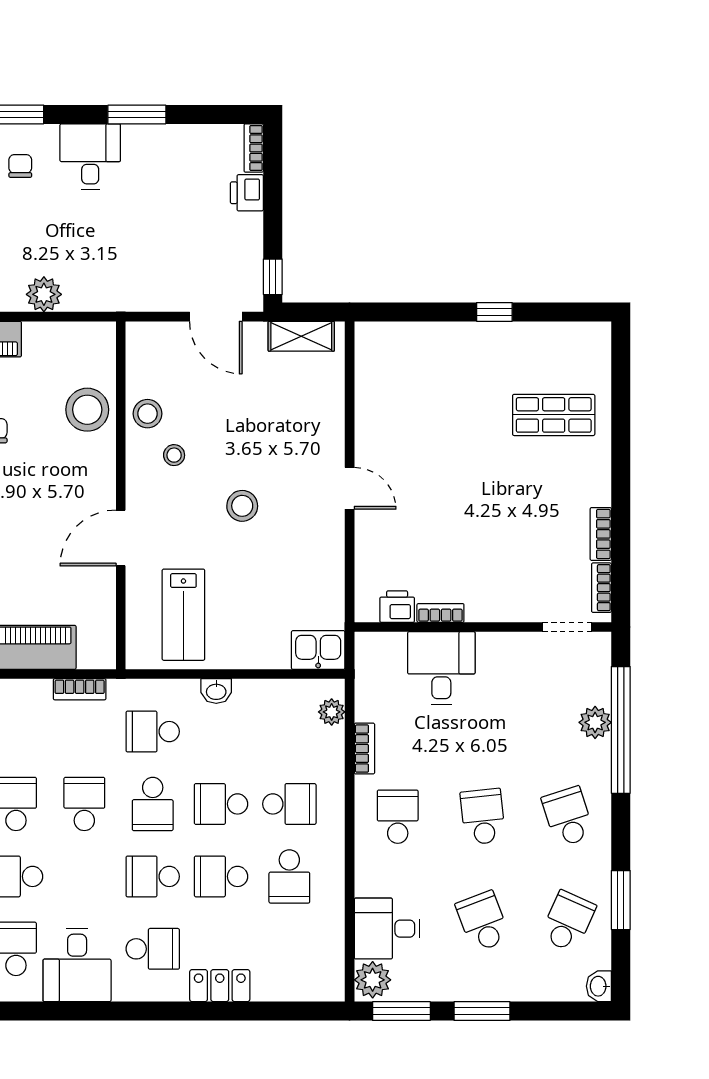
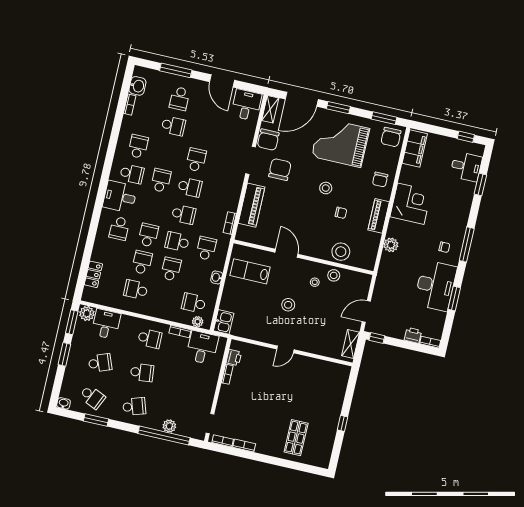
desk: (90, 156) -> (435, 286), width x1.87, depth x1.30
desk: (441, 668) -> (202, 348), moved, turned -90
school desk: (289, 804) -> (194, 303), moved, turned 90
locker: (220, 986) -> (93, 274), moved

